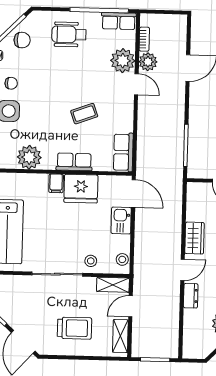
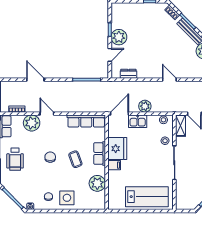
chair: (22, 40) -> (50, 157), moved
plant: (148, 62) -> (145, 106), moved
door: (136, 84) -> (47, 114), hinge flipped
coffee table: (84, 114) -> (75, 159), moved
row of seats: (123, 152) -> (86, 121), width x1.48
wardrobe: (195, 238) -> (148, 72), removed
dresser: (191, 296) -> (128, 74), moved

